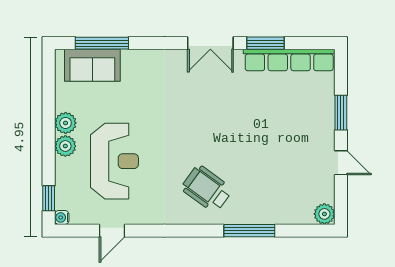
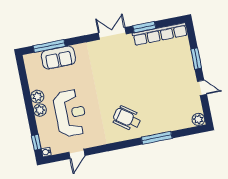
double door: (210, 43) -> (112, 33), swing flipped
sofa: (92, 65) -> (58, 58), moved

